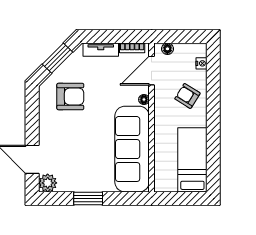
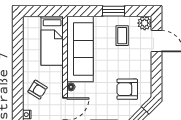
bed: (192, 160) -> (52, 41), moved
coffee table: (77, 166) -> (122, 36), added

